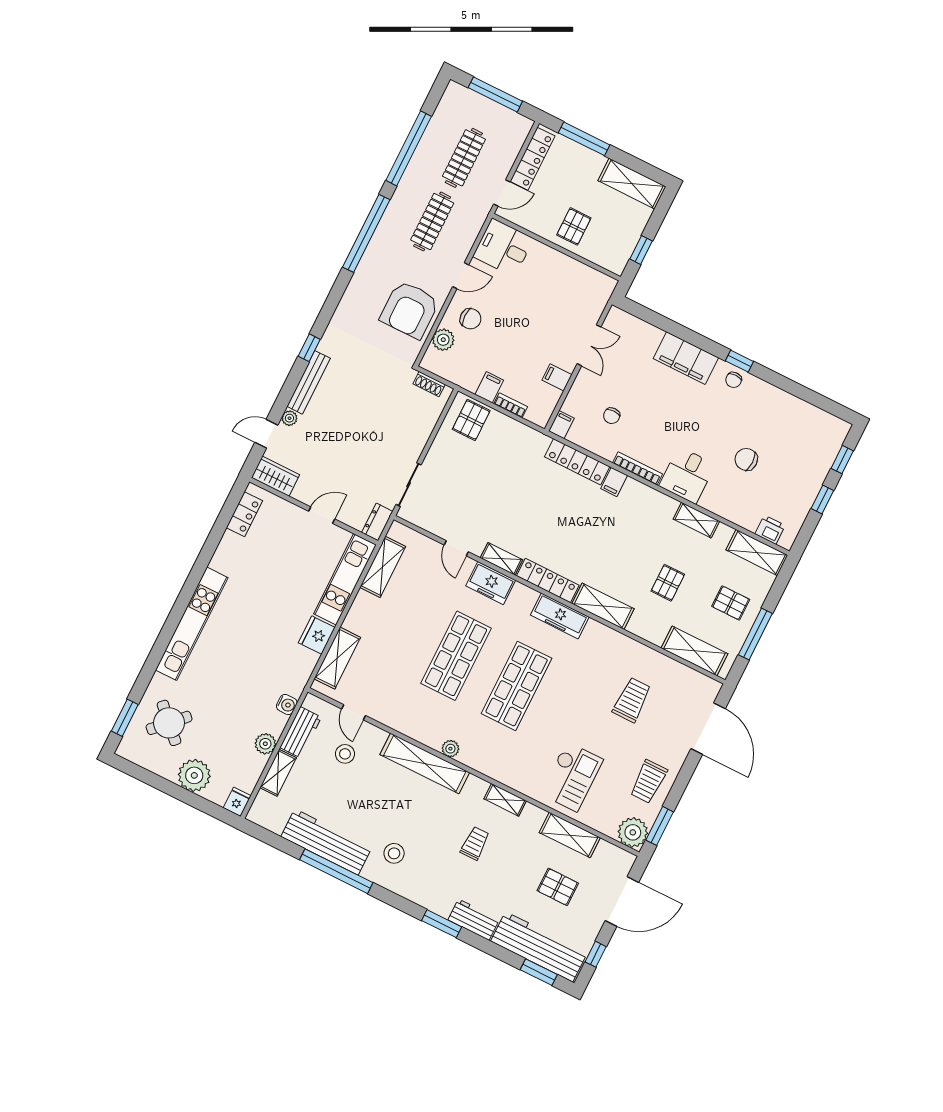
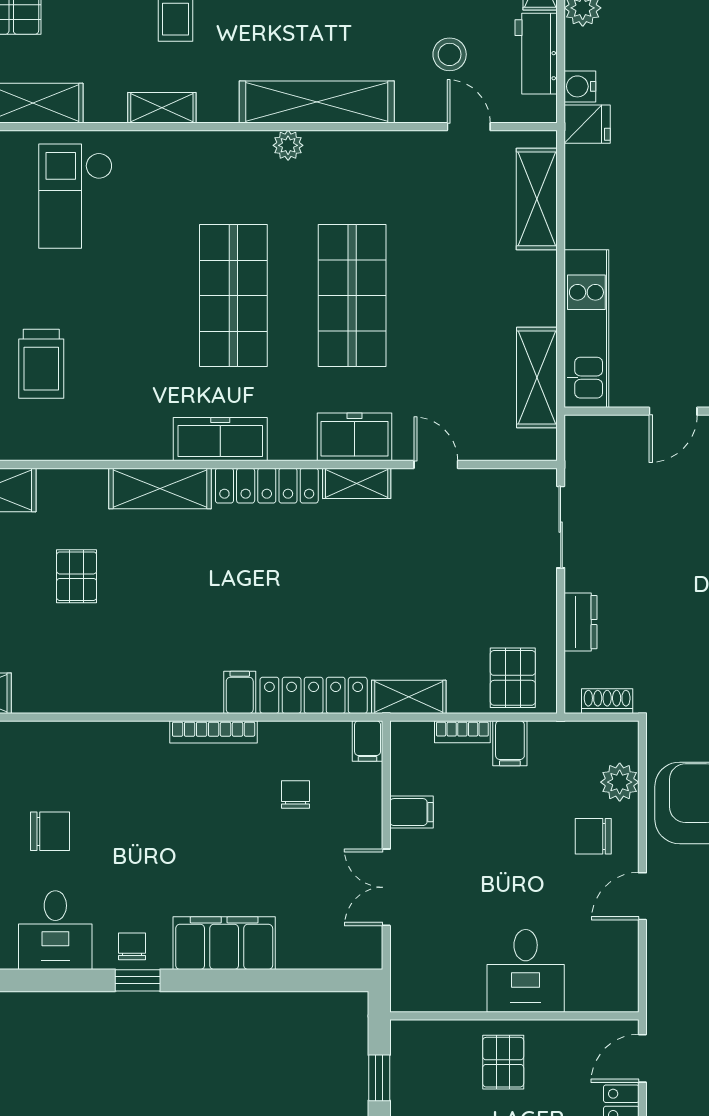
desk: (503, 248) -> (526, 971), moved, turned 90
desk: (687, 475) -> (55, 930), moved, turned 180
shelving: (696, 520) -> (409, 697), moved
dresser: (377, 522) -> (581, 622), moved
fridge: (317, 635) -> (587, 124), moved, width x0.72

